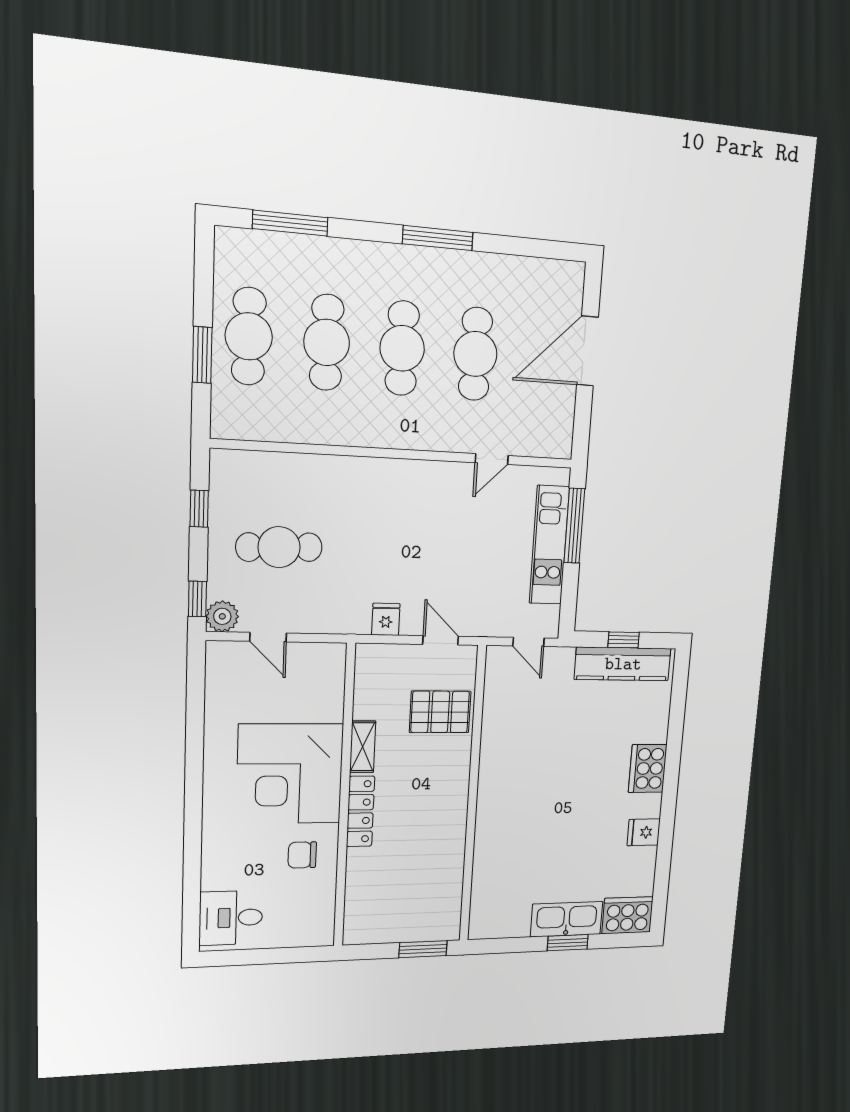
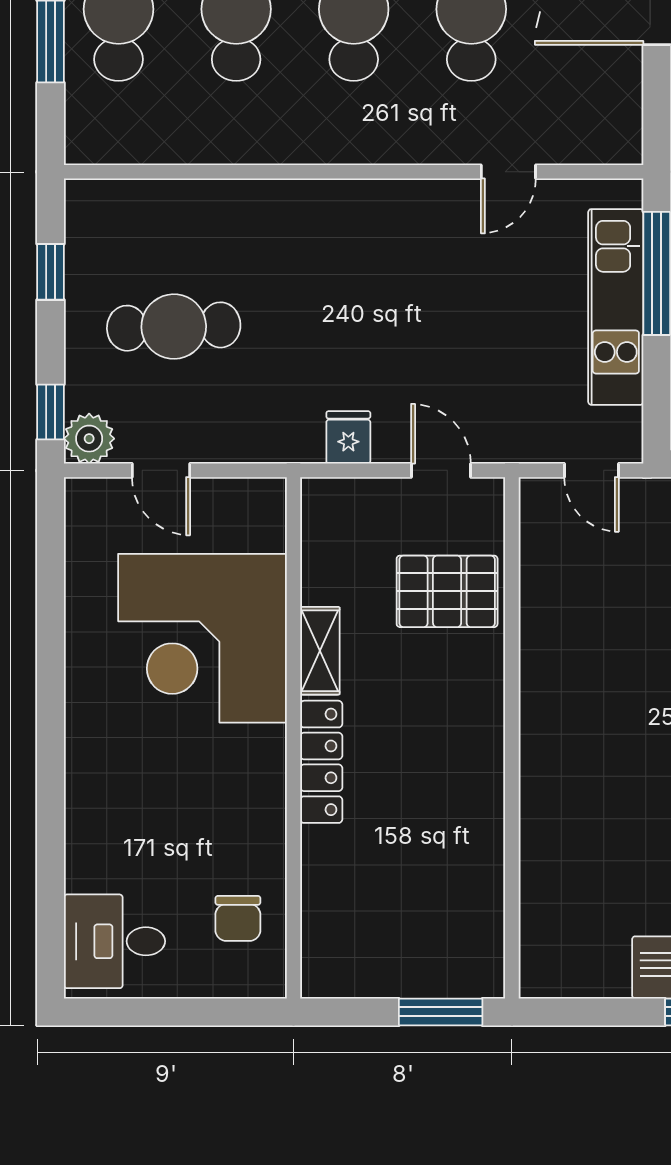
corner desk: (290, 774) -> (202, 638), moved
chair: (302, 855) -> (238, 918), moved, turned -90

